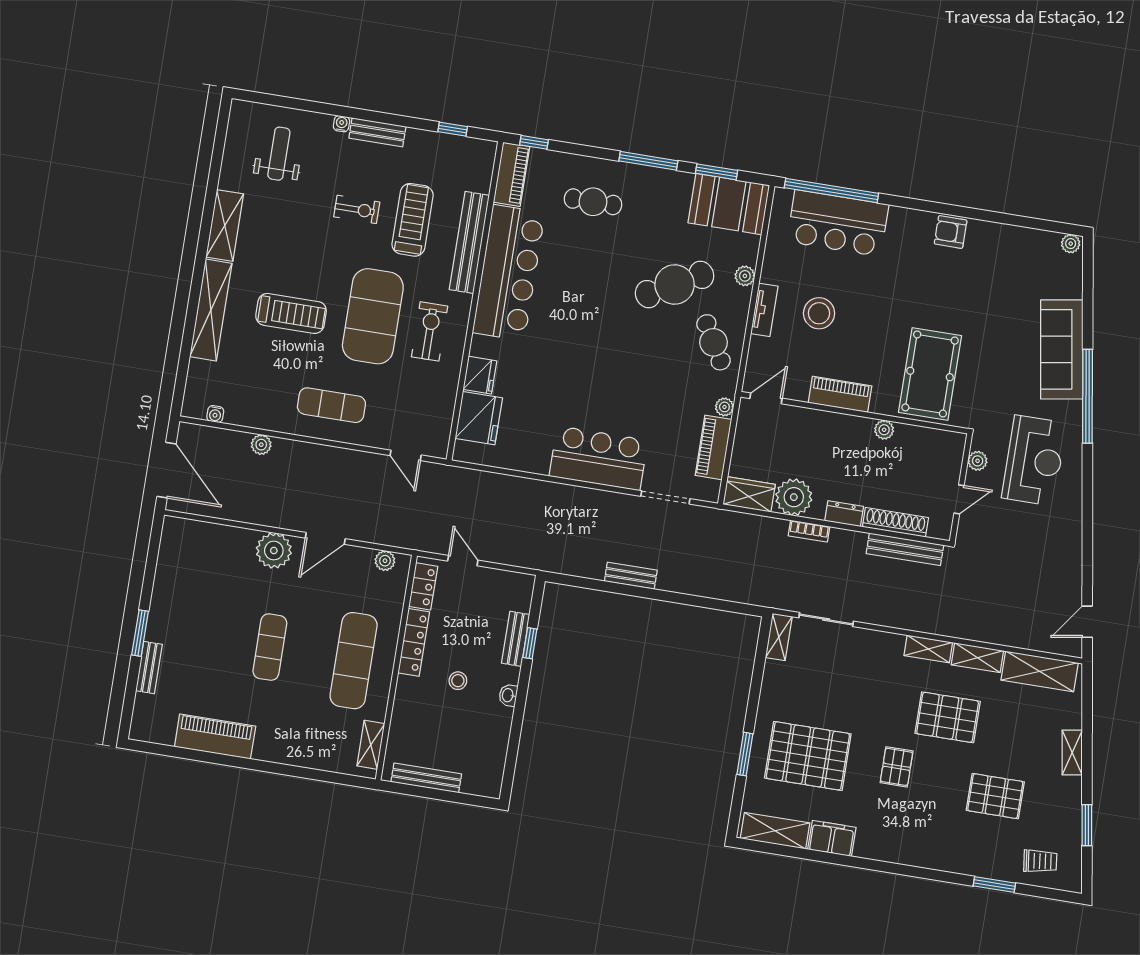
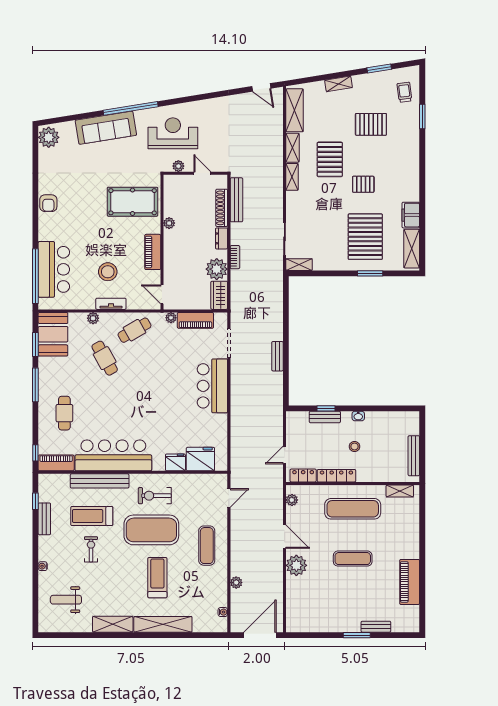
bench: (377, 132) -> (44, 519), moved
plant: (1071, 244) -> (49, 137), width x1.88, depth x1.88
cafe table: (675, 285) -> (105, 358), width x0.73, depth x0.74
pallet: (995, 796) -> (371, 124), turned 90

